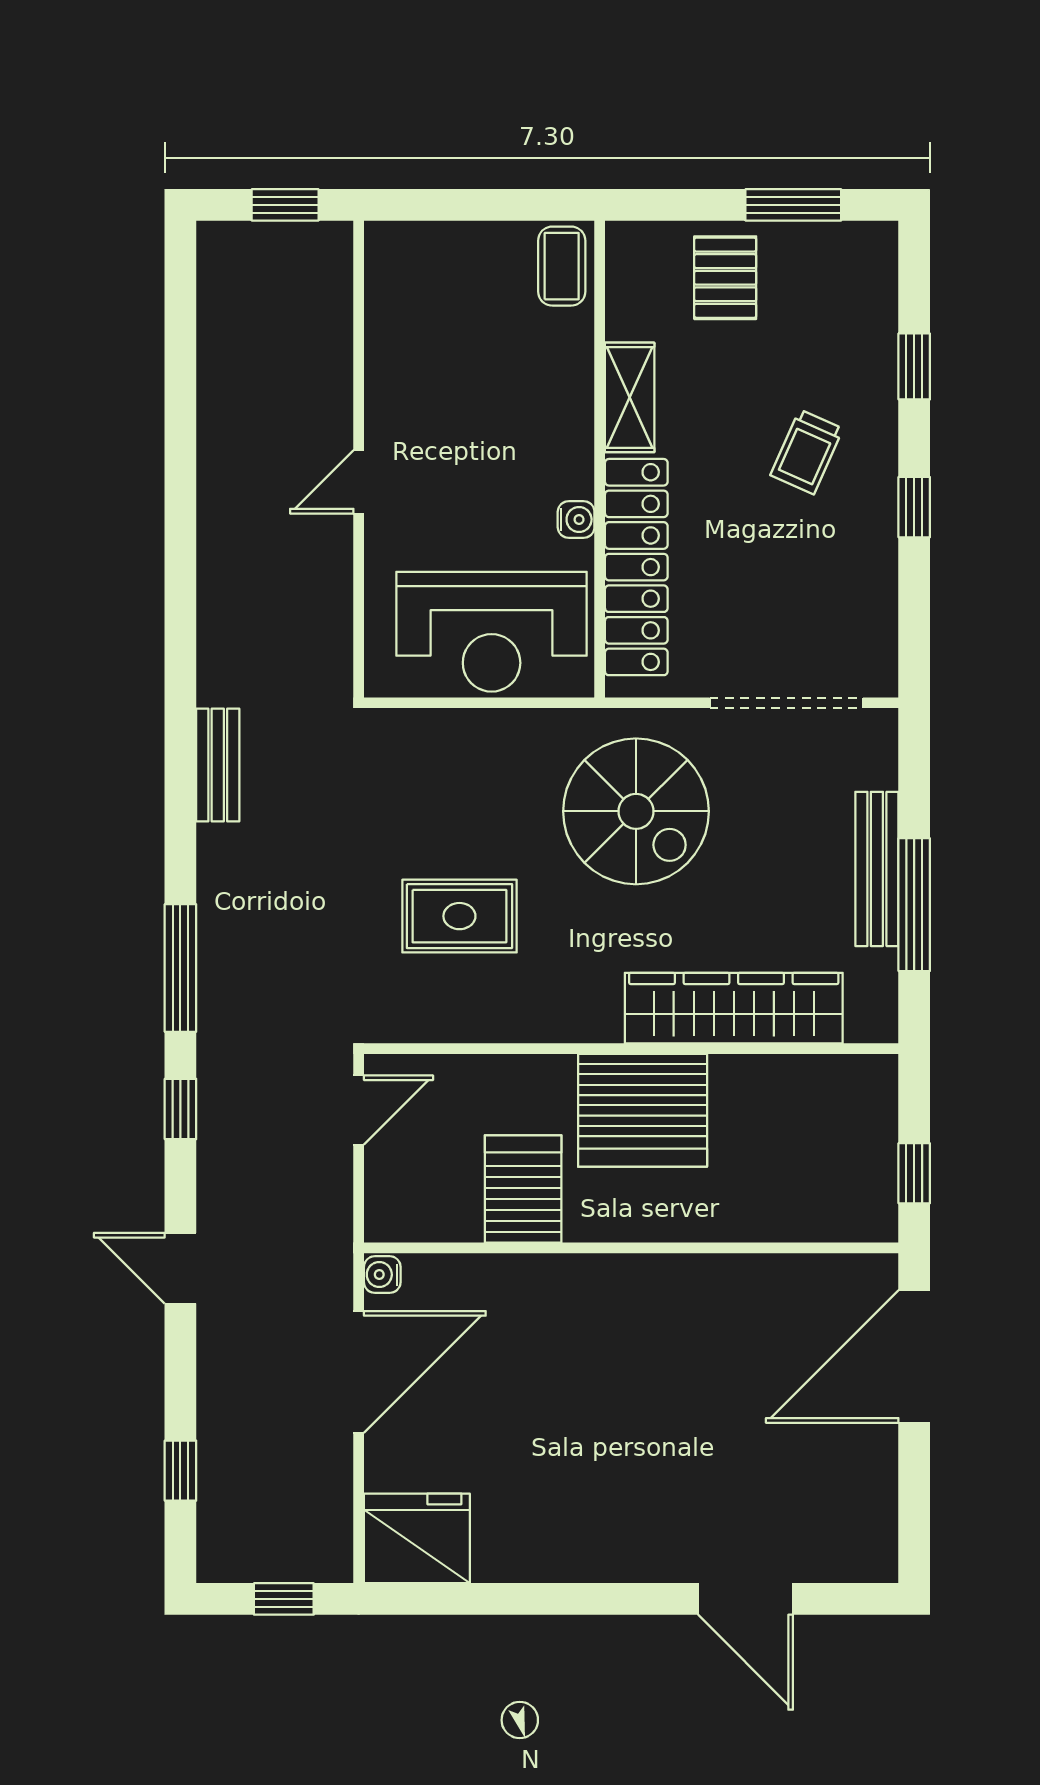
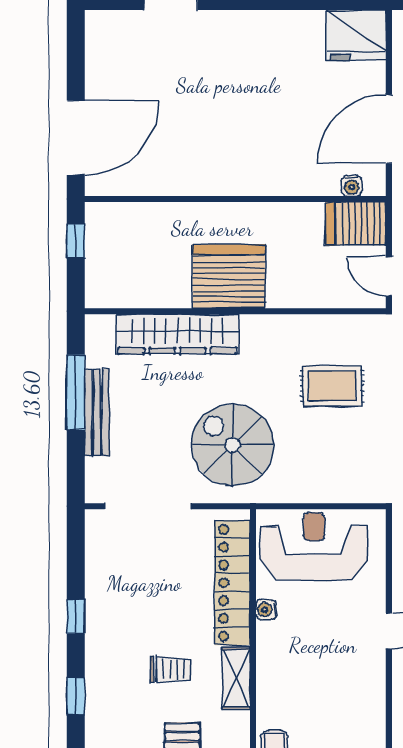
trolley: (807, 452) -> (171, 669), moved, turned 66
door: (359, 1110) -> (389, 277), hinge flipped
server rack: (523, 1189) -> (356, 224), moved, turned 90
water cooler: (382, 1275) -> (352, 186), moved, turned 90

